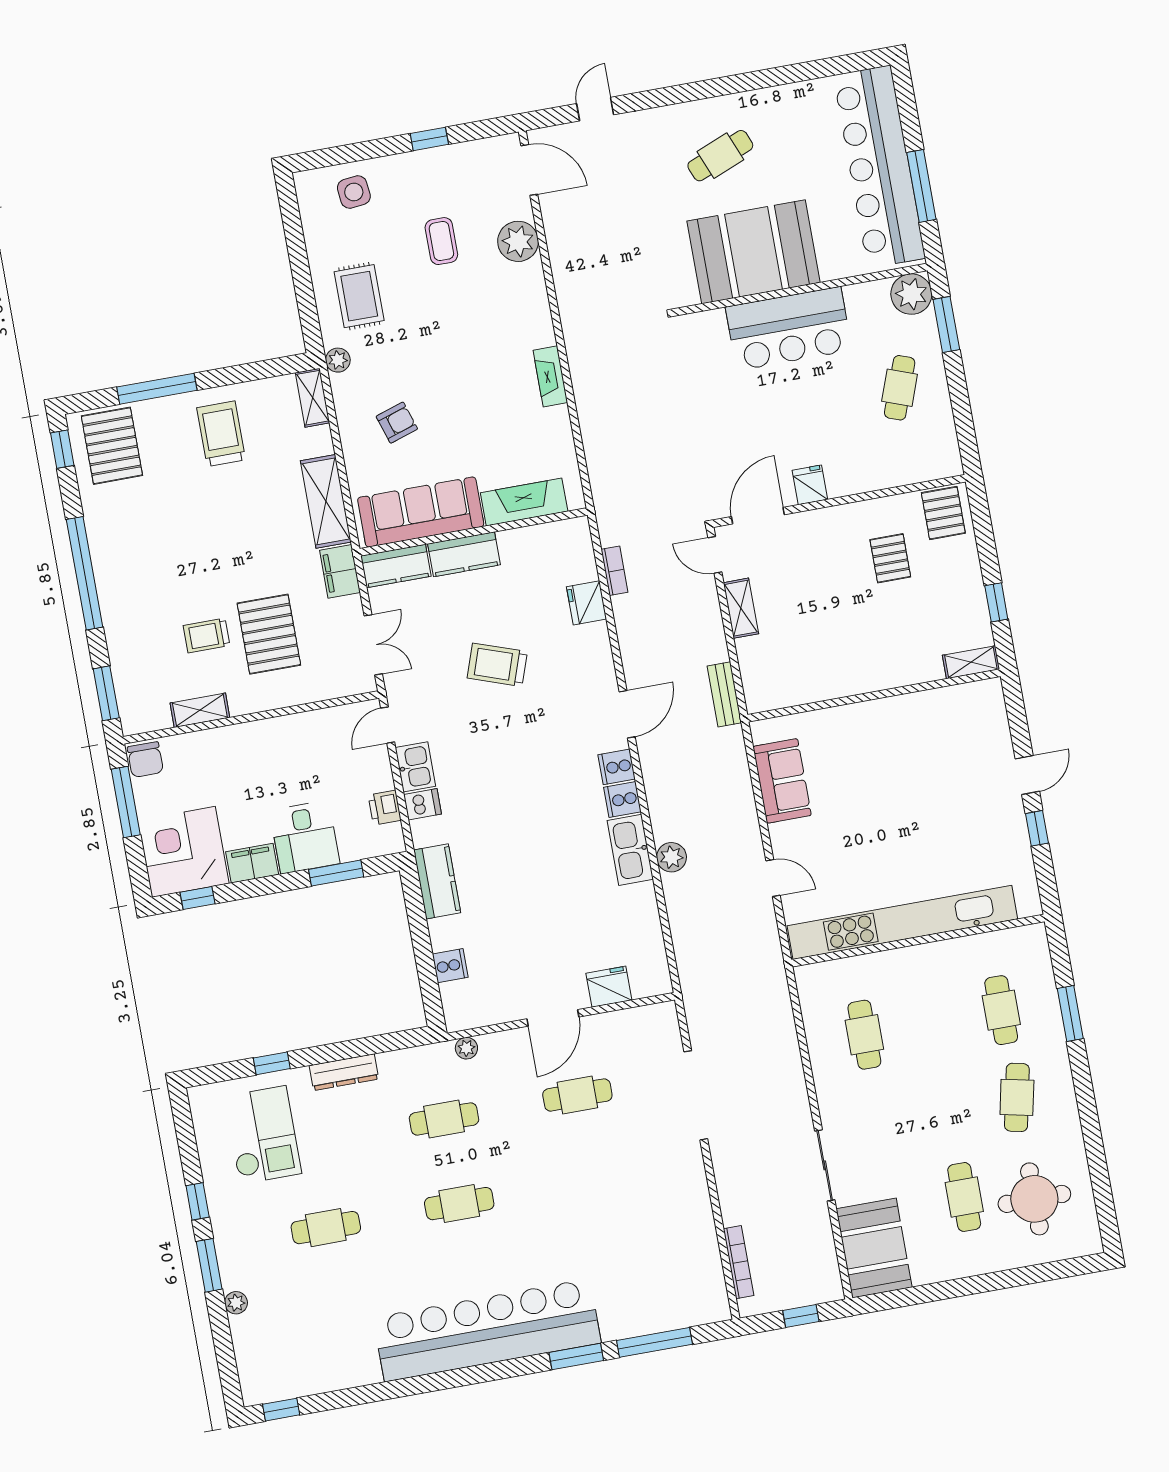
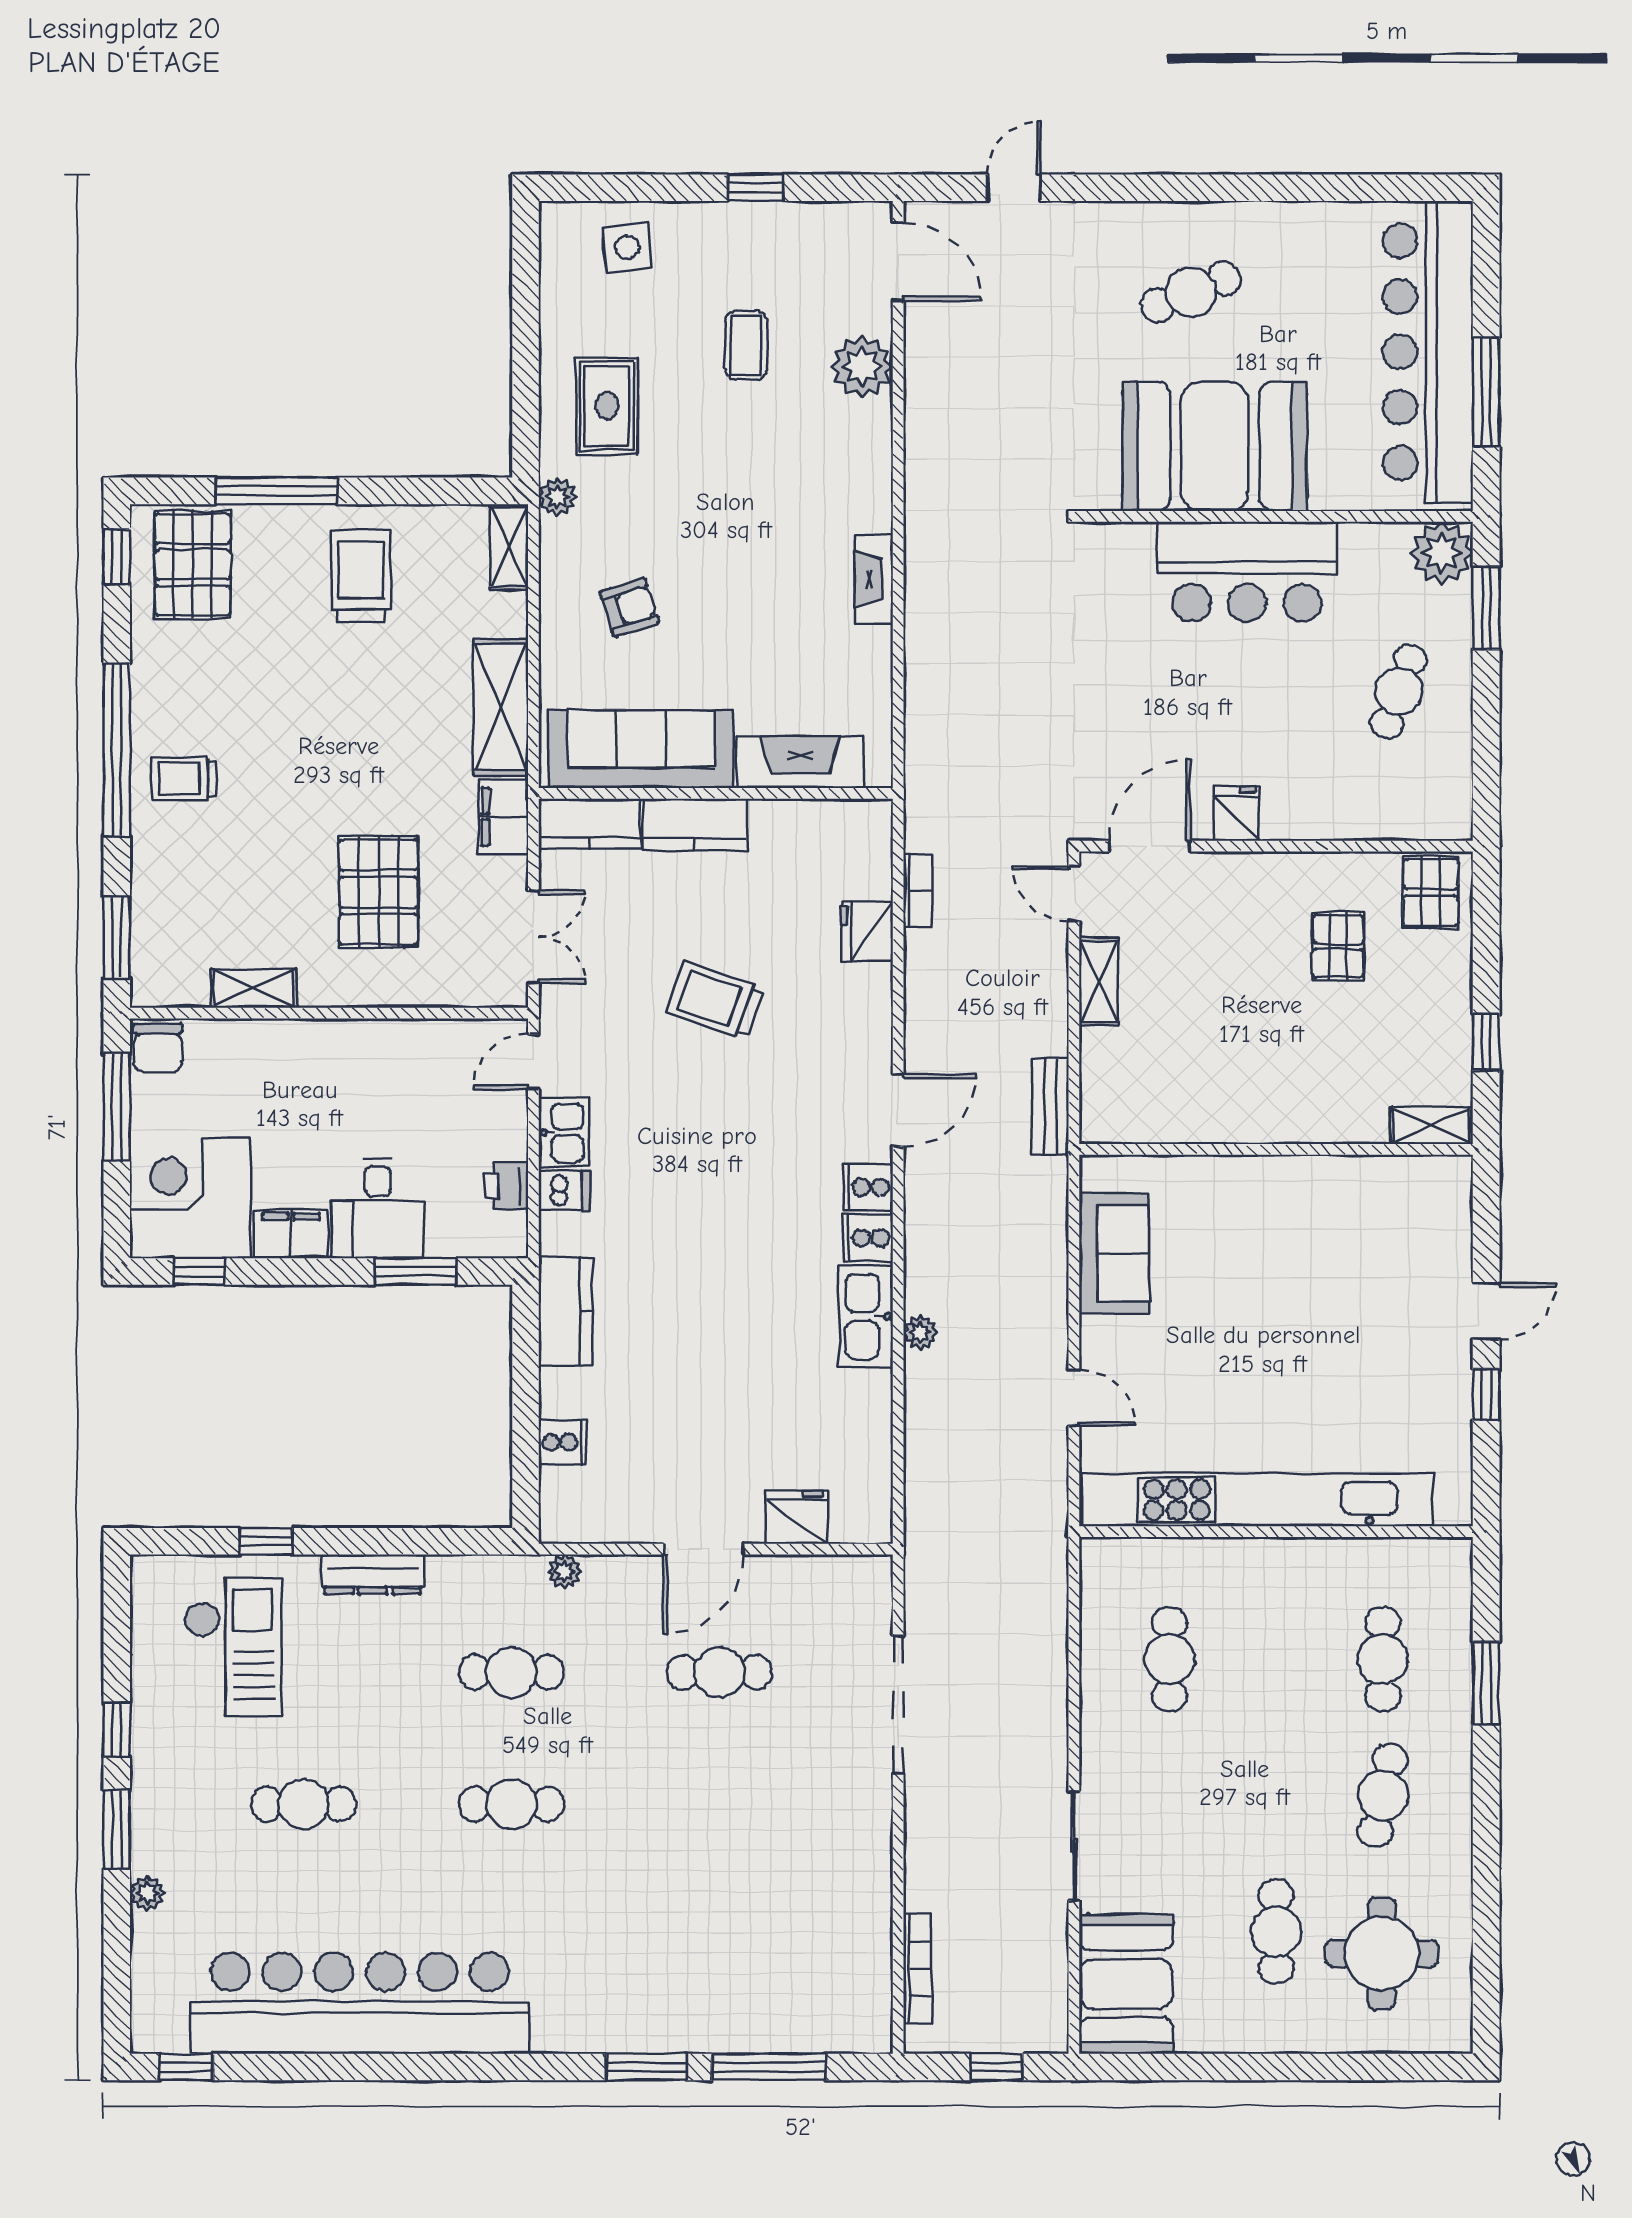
trolley: (207, 635) -> (184, 779), moved
plant: (671, 857) -> (920, 1332), width x0.73, depth x0.73
bar counter: (487, 1330) -> (360, 2003), moved

